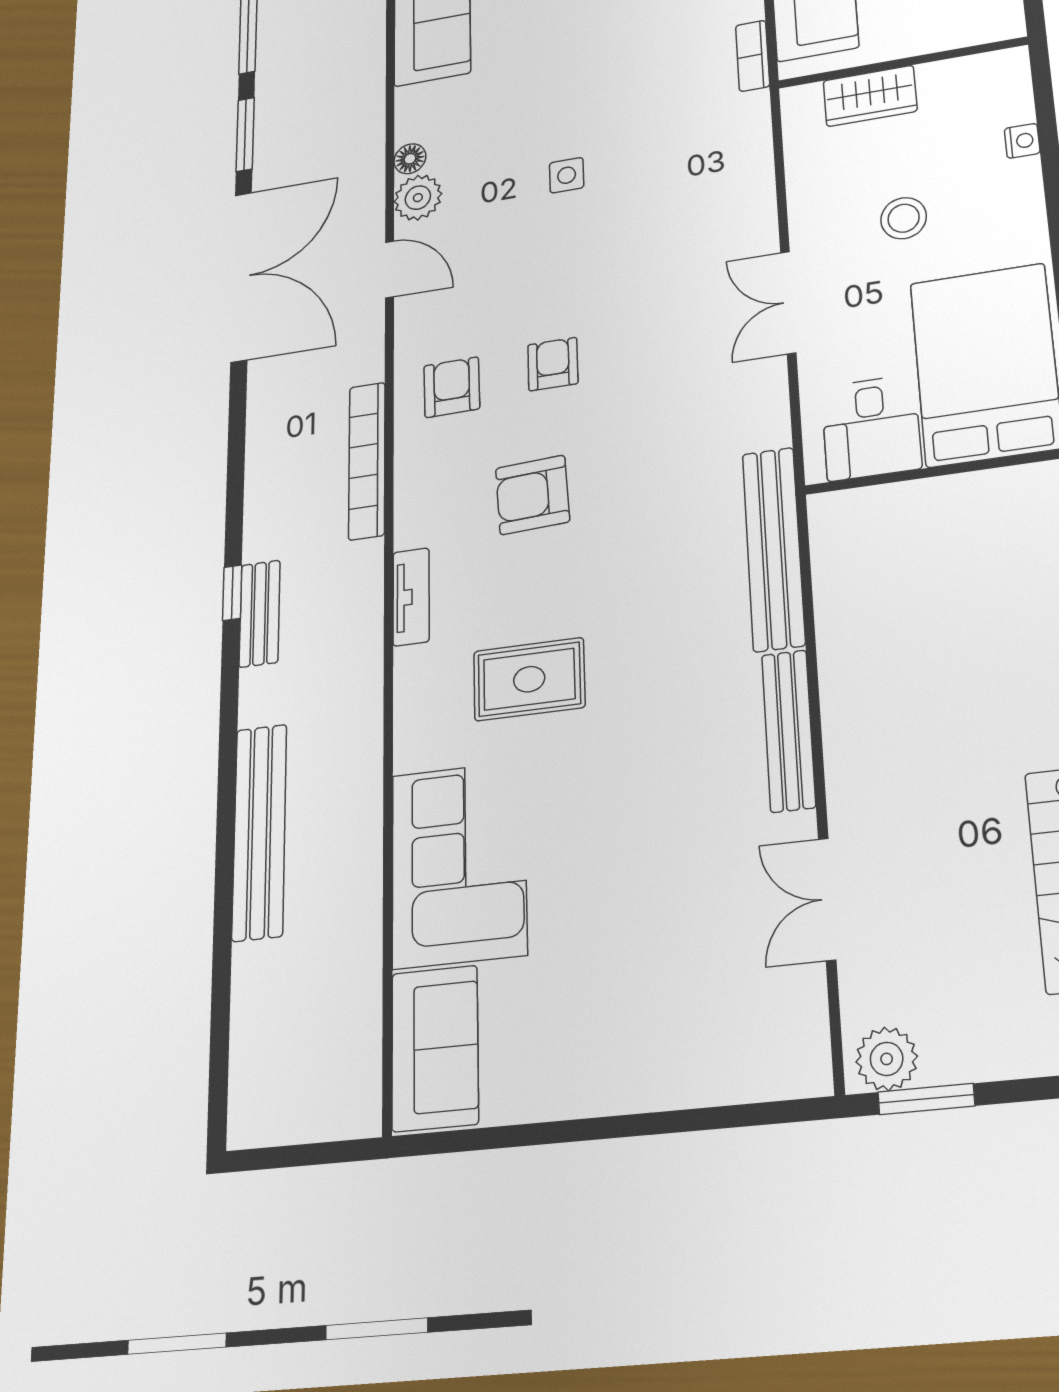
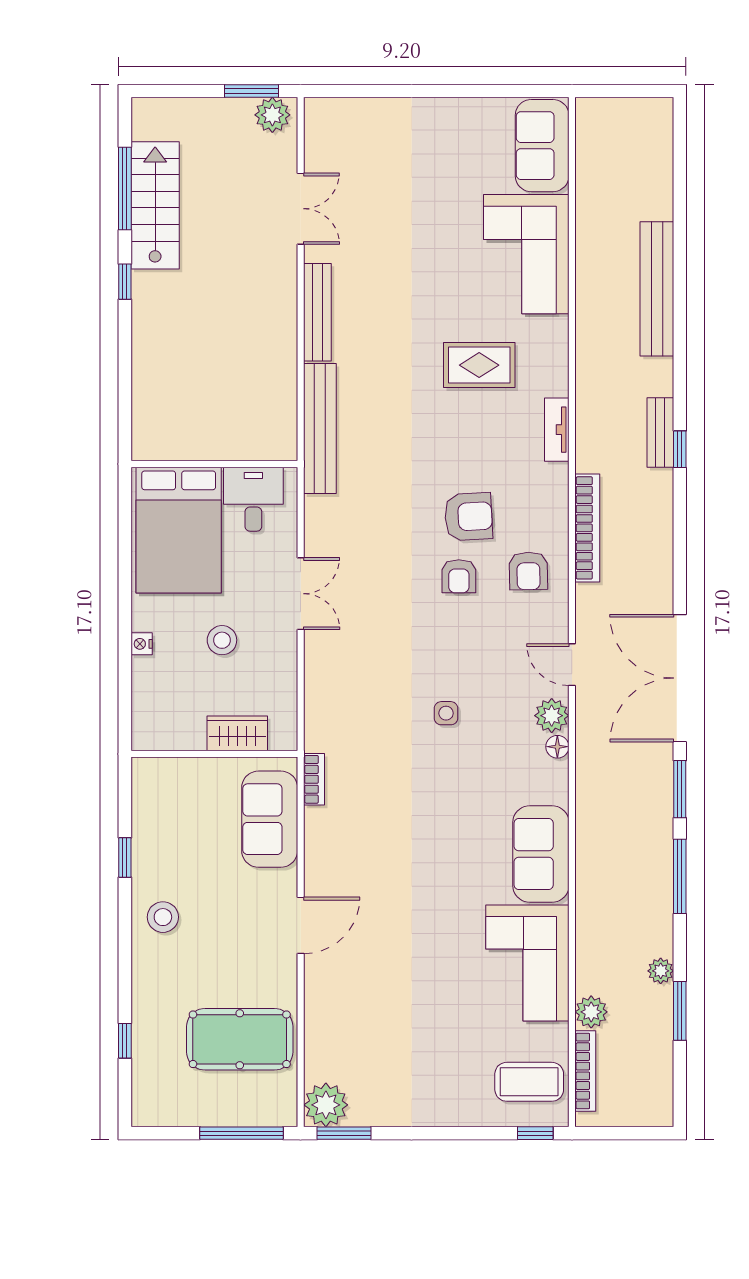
nightstand: (1022, 141) -> (142, 644), moved
armchair: (533, 495) -> (469, 517), moved

